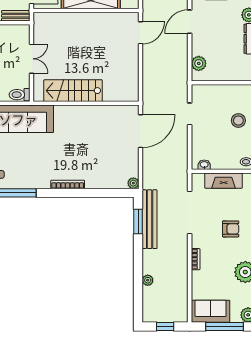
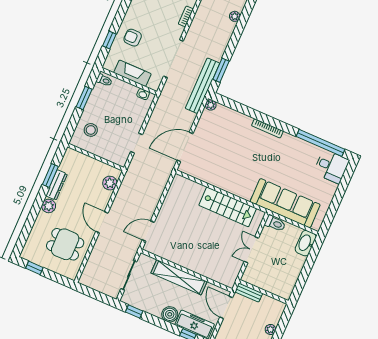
door: (190, 22) -> (102, 222), swing flipped
stool: (238, 121) -> (91, 130), moved
bench: (150, 219) -> (202, 86), moved
armchair: (231, 229) -> (133, 38), moved

